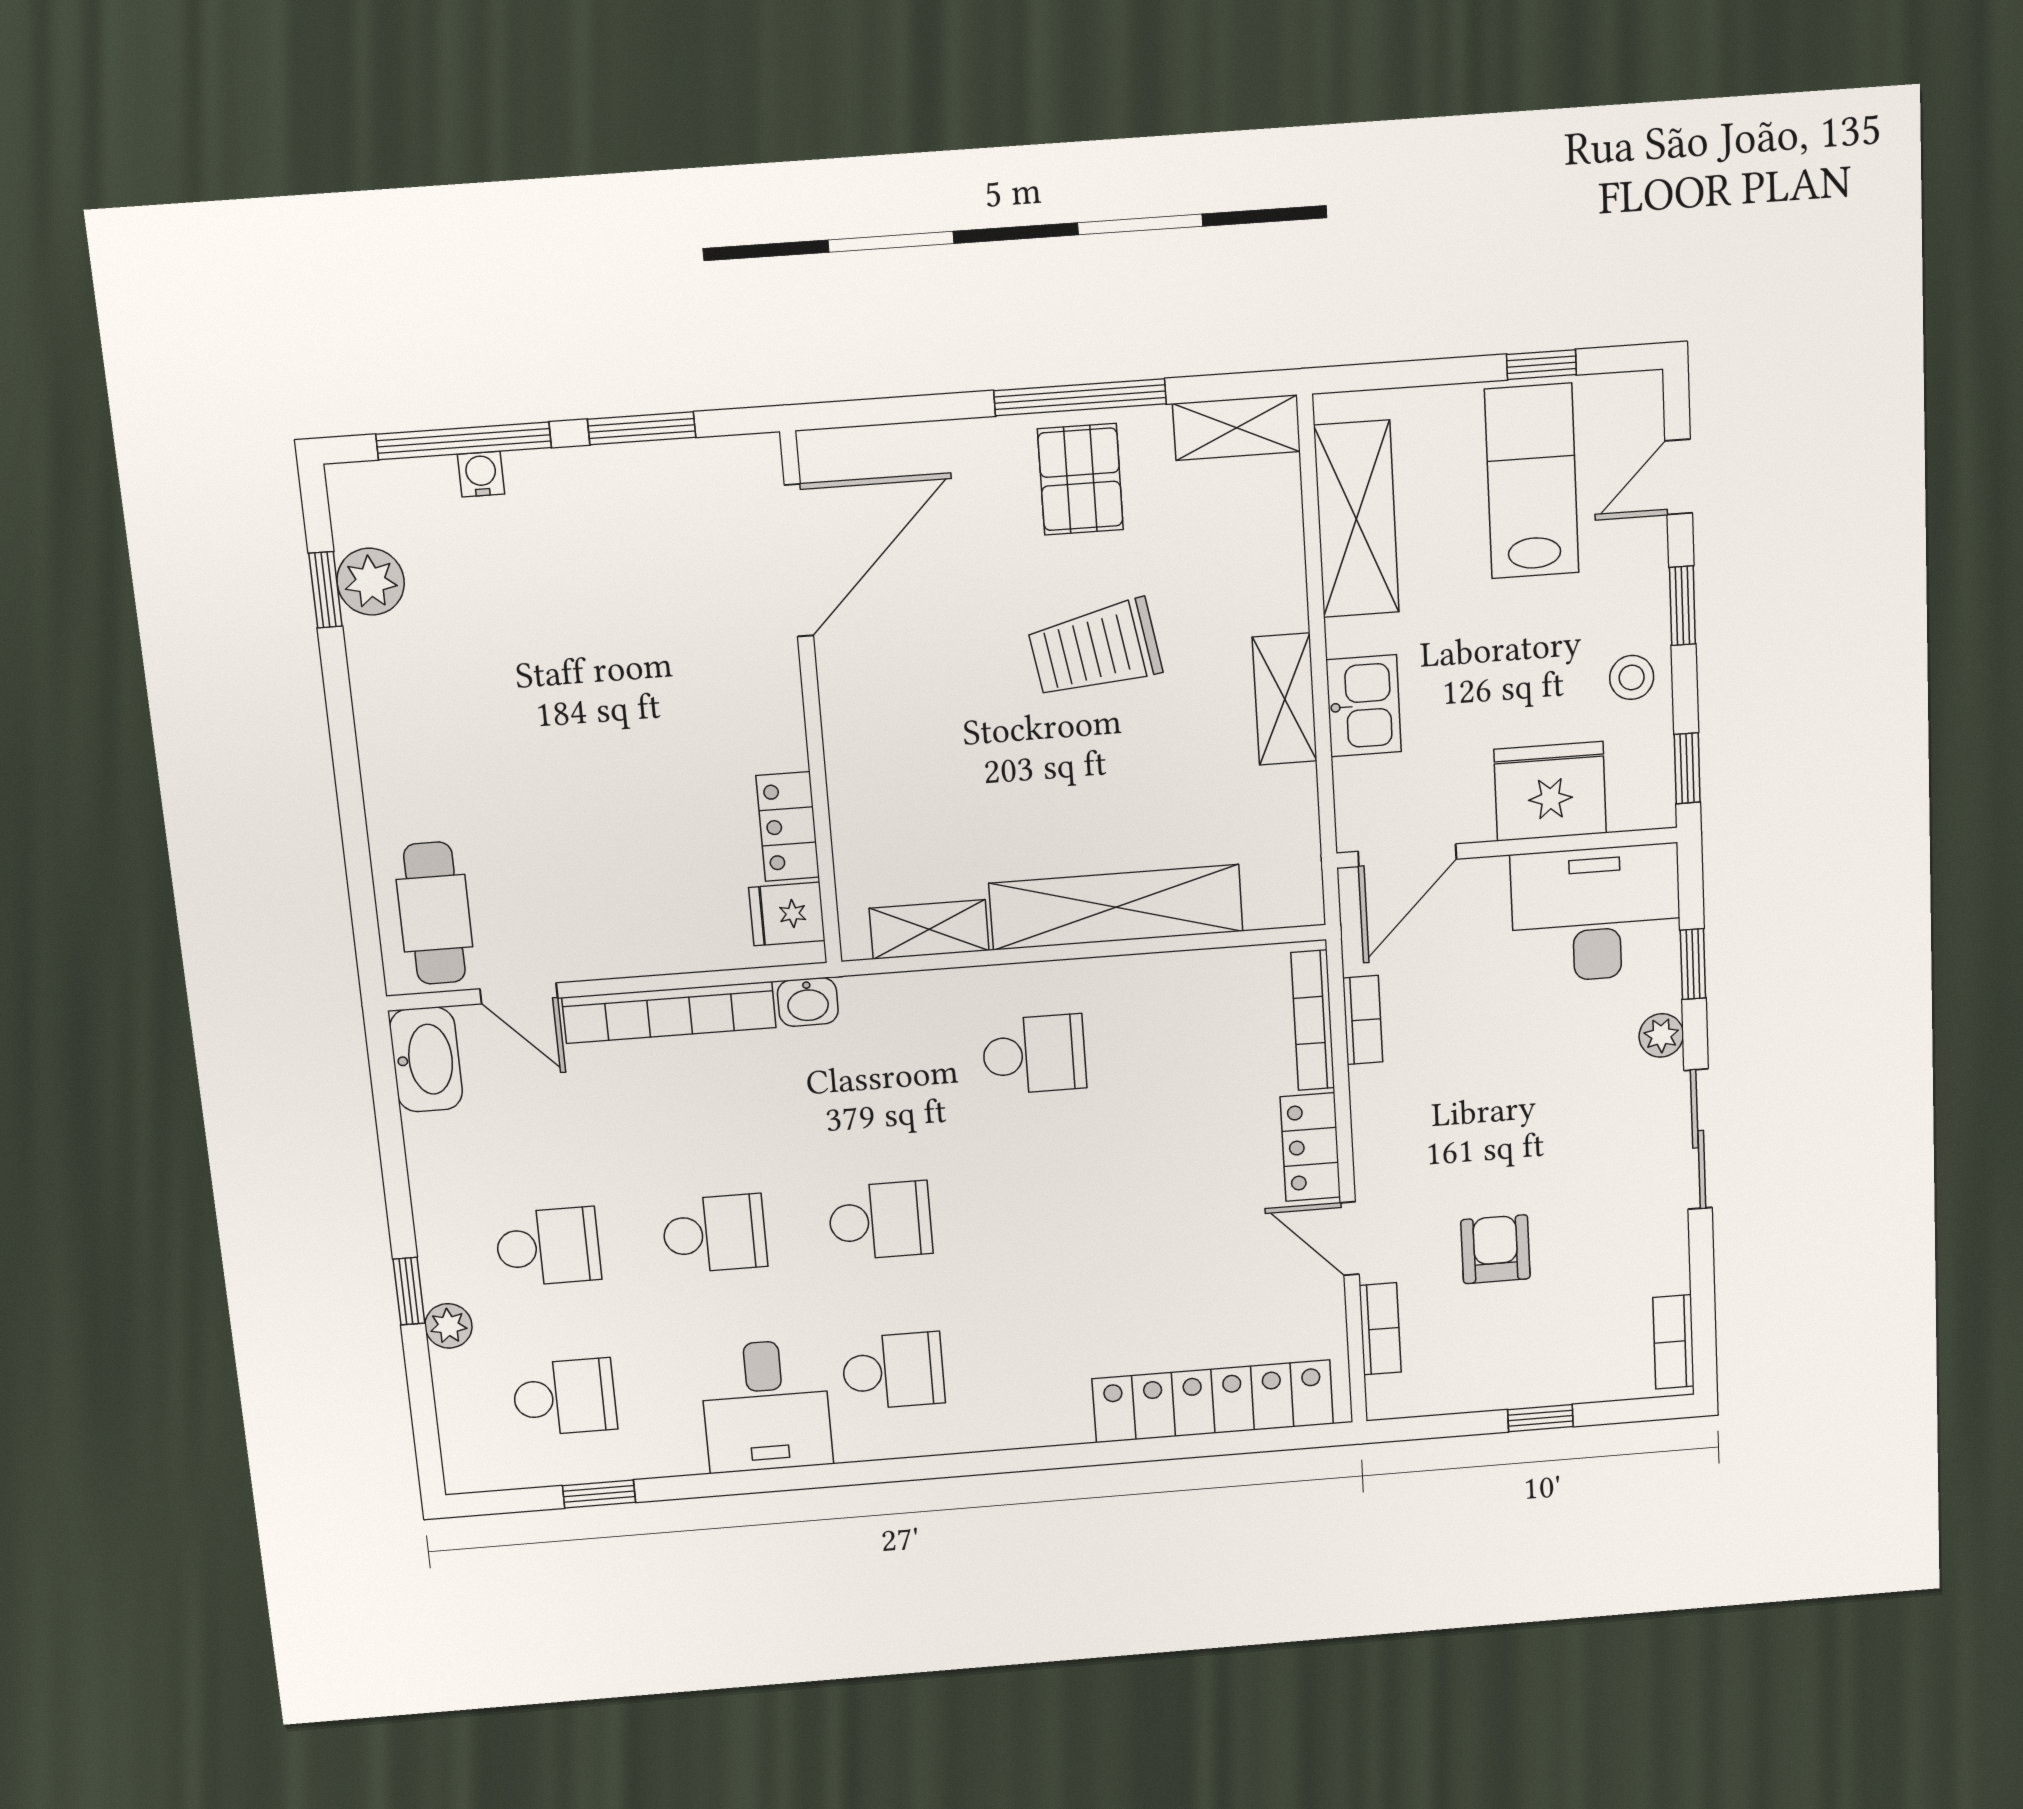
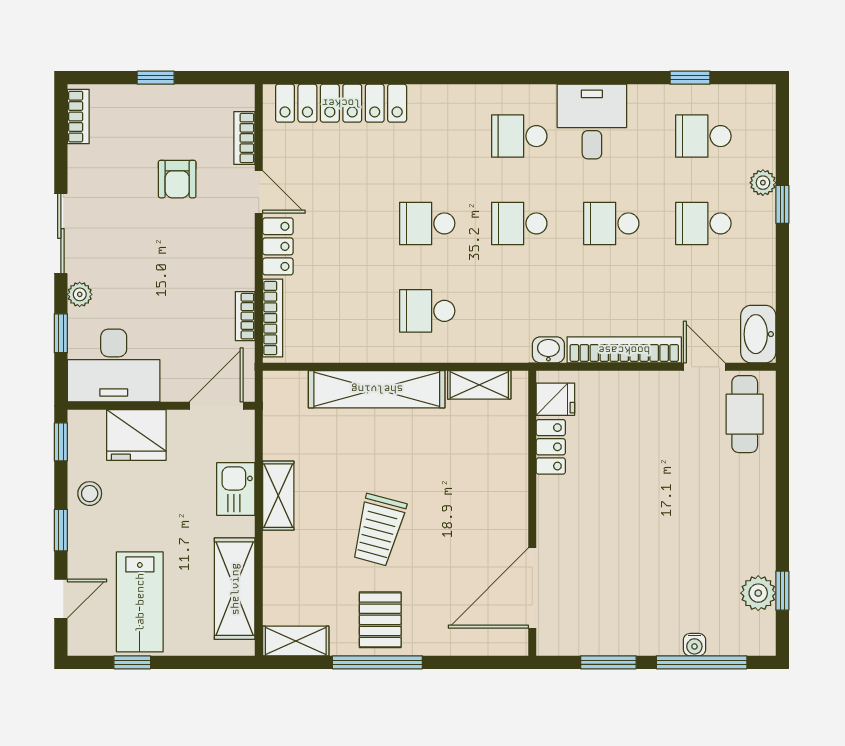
trolley: (1095, 649) -> (379, 530), turned 115
school desk: (1046, 1208) -> (427, 223), added

